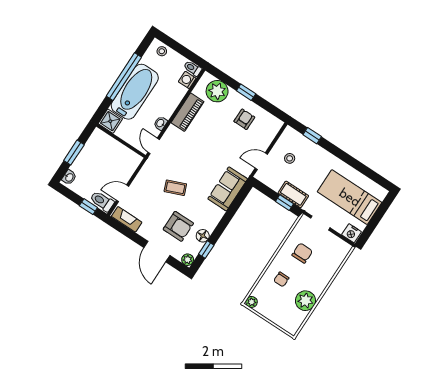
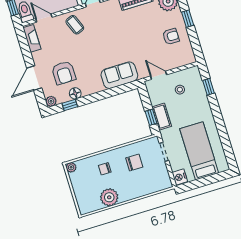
coffee table: (175, 188) -> (75, 25), moved

